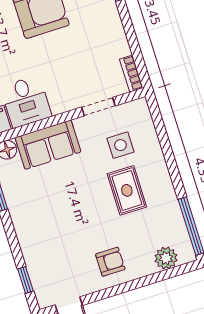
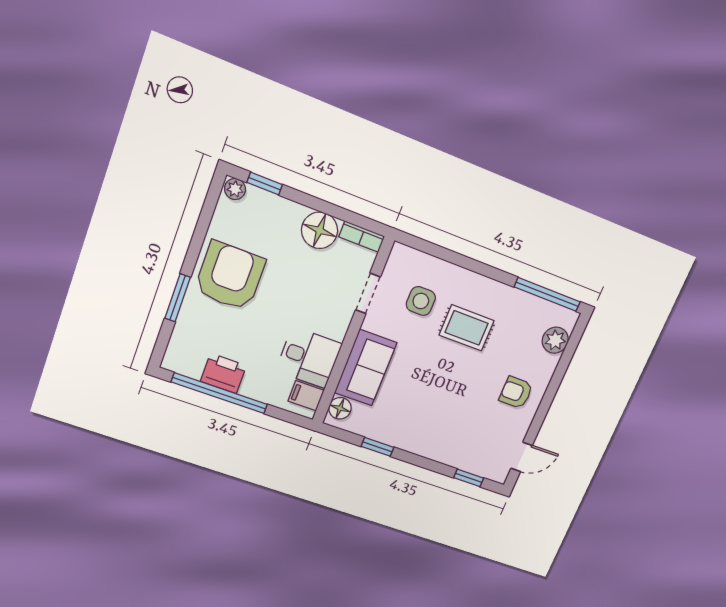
floor lamp: (114, 44) -> (320, 230), added
armchair: (110, 262) -> (516, 392), turned -90

